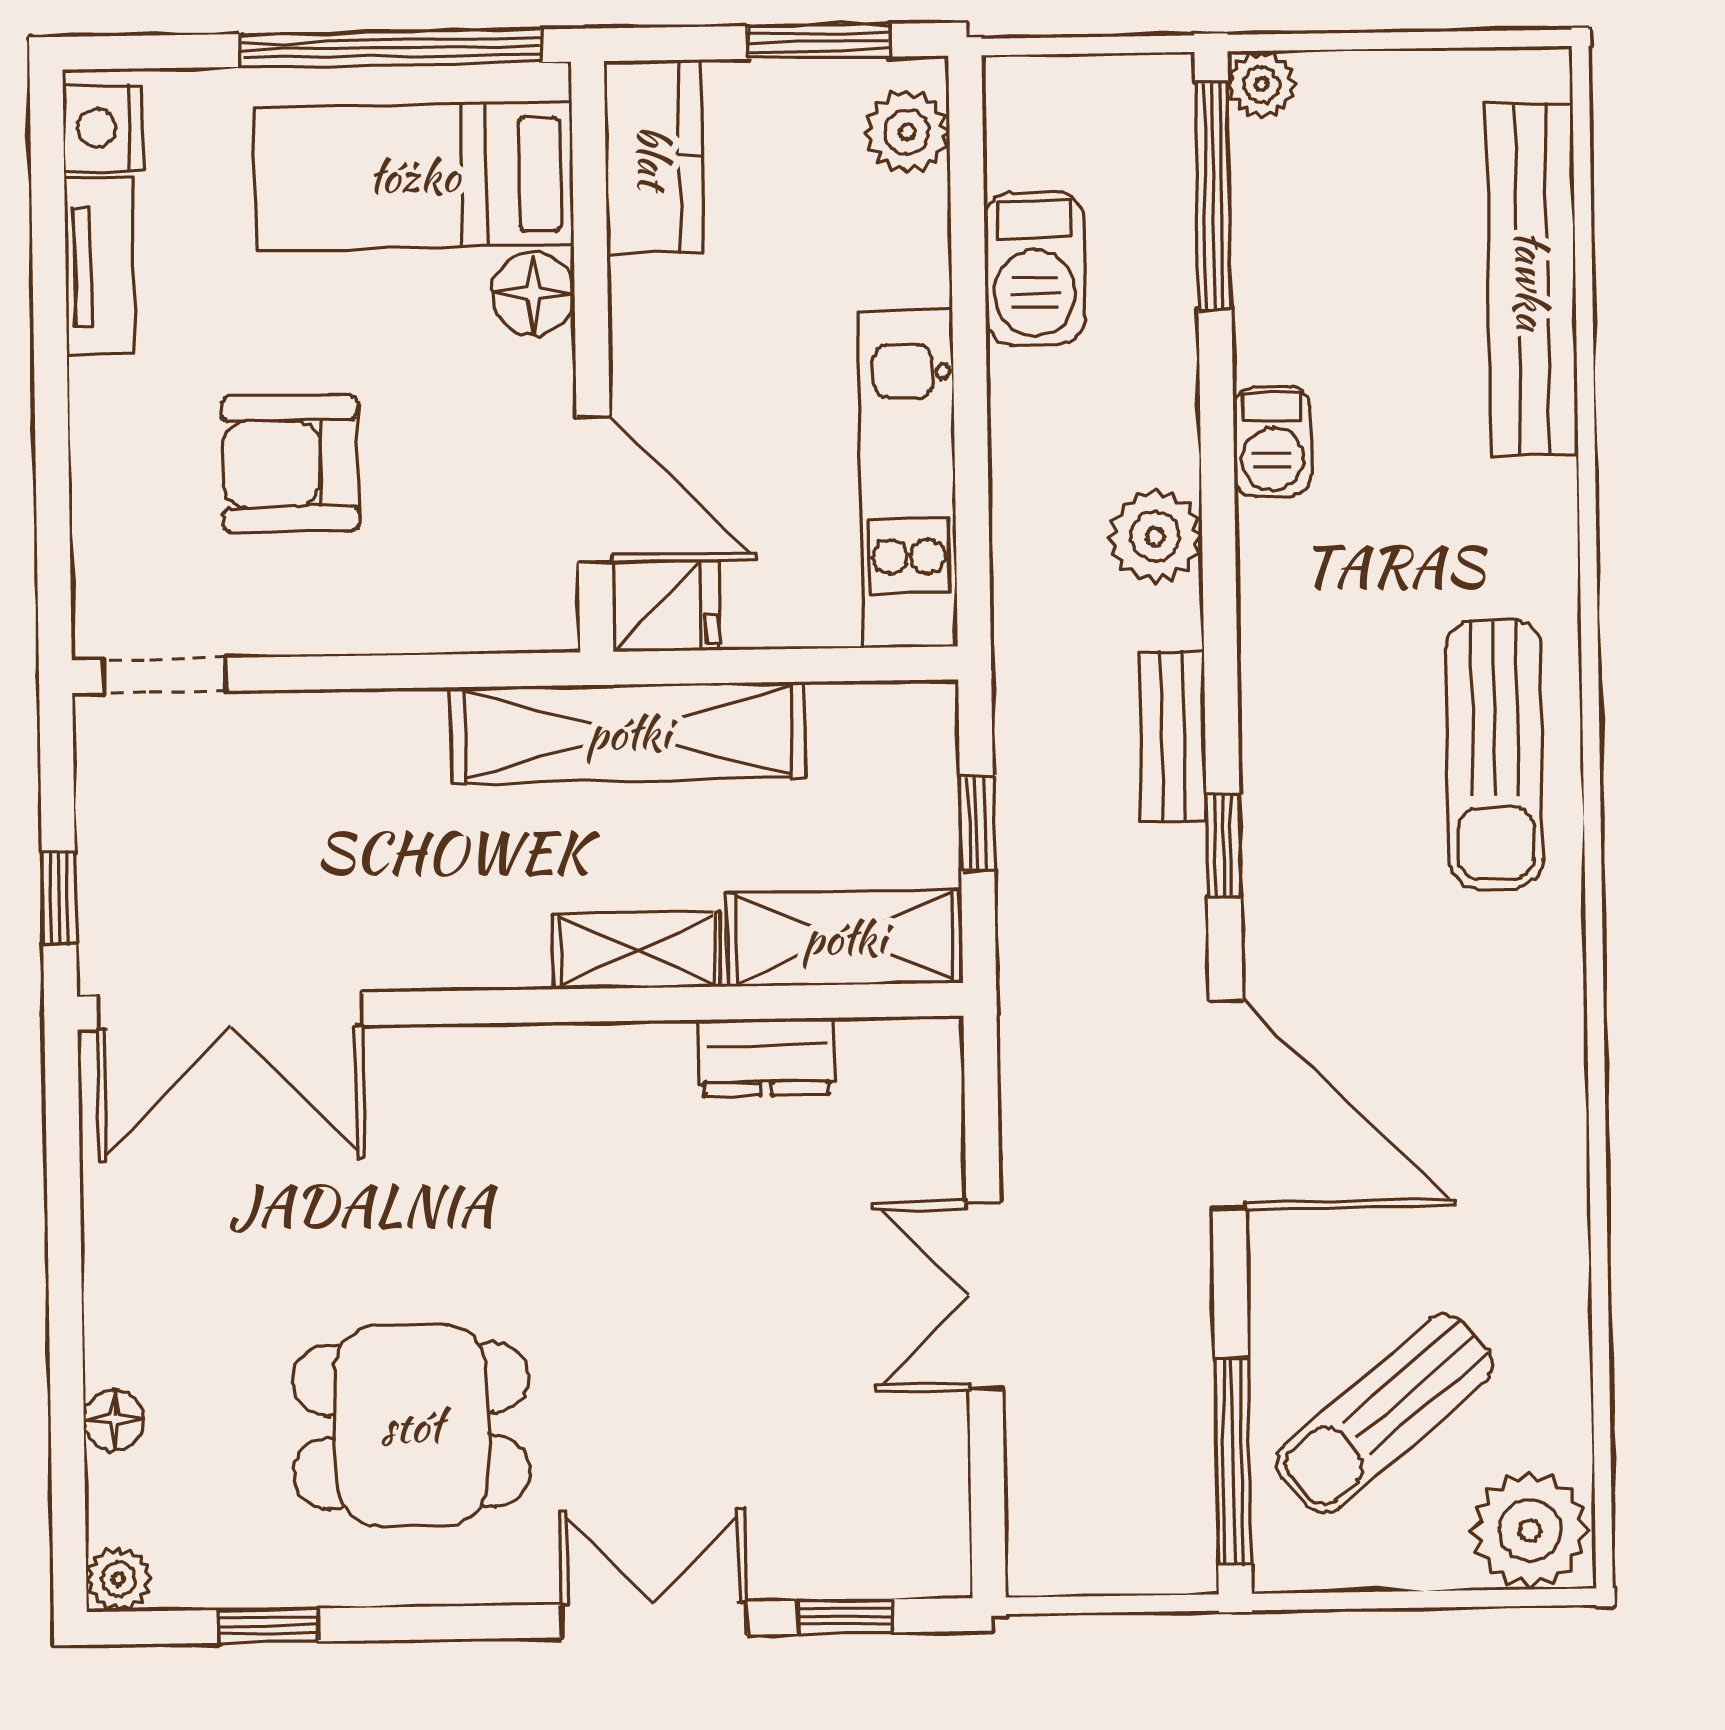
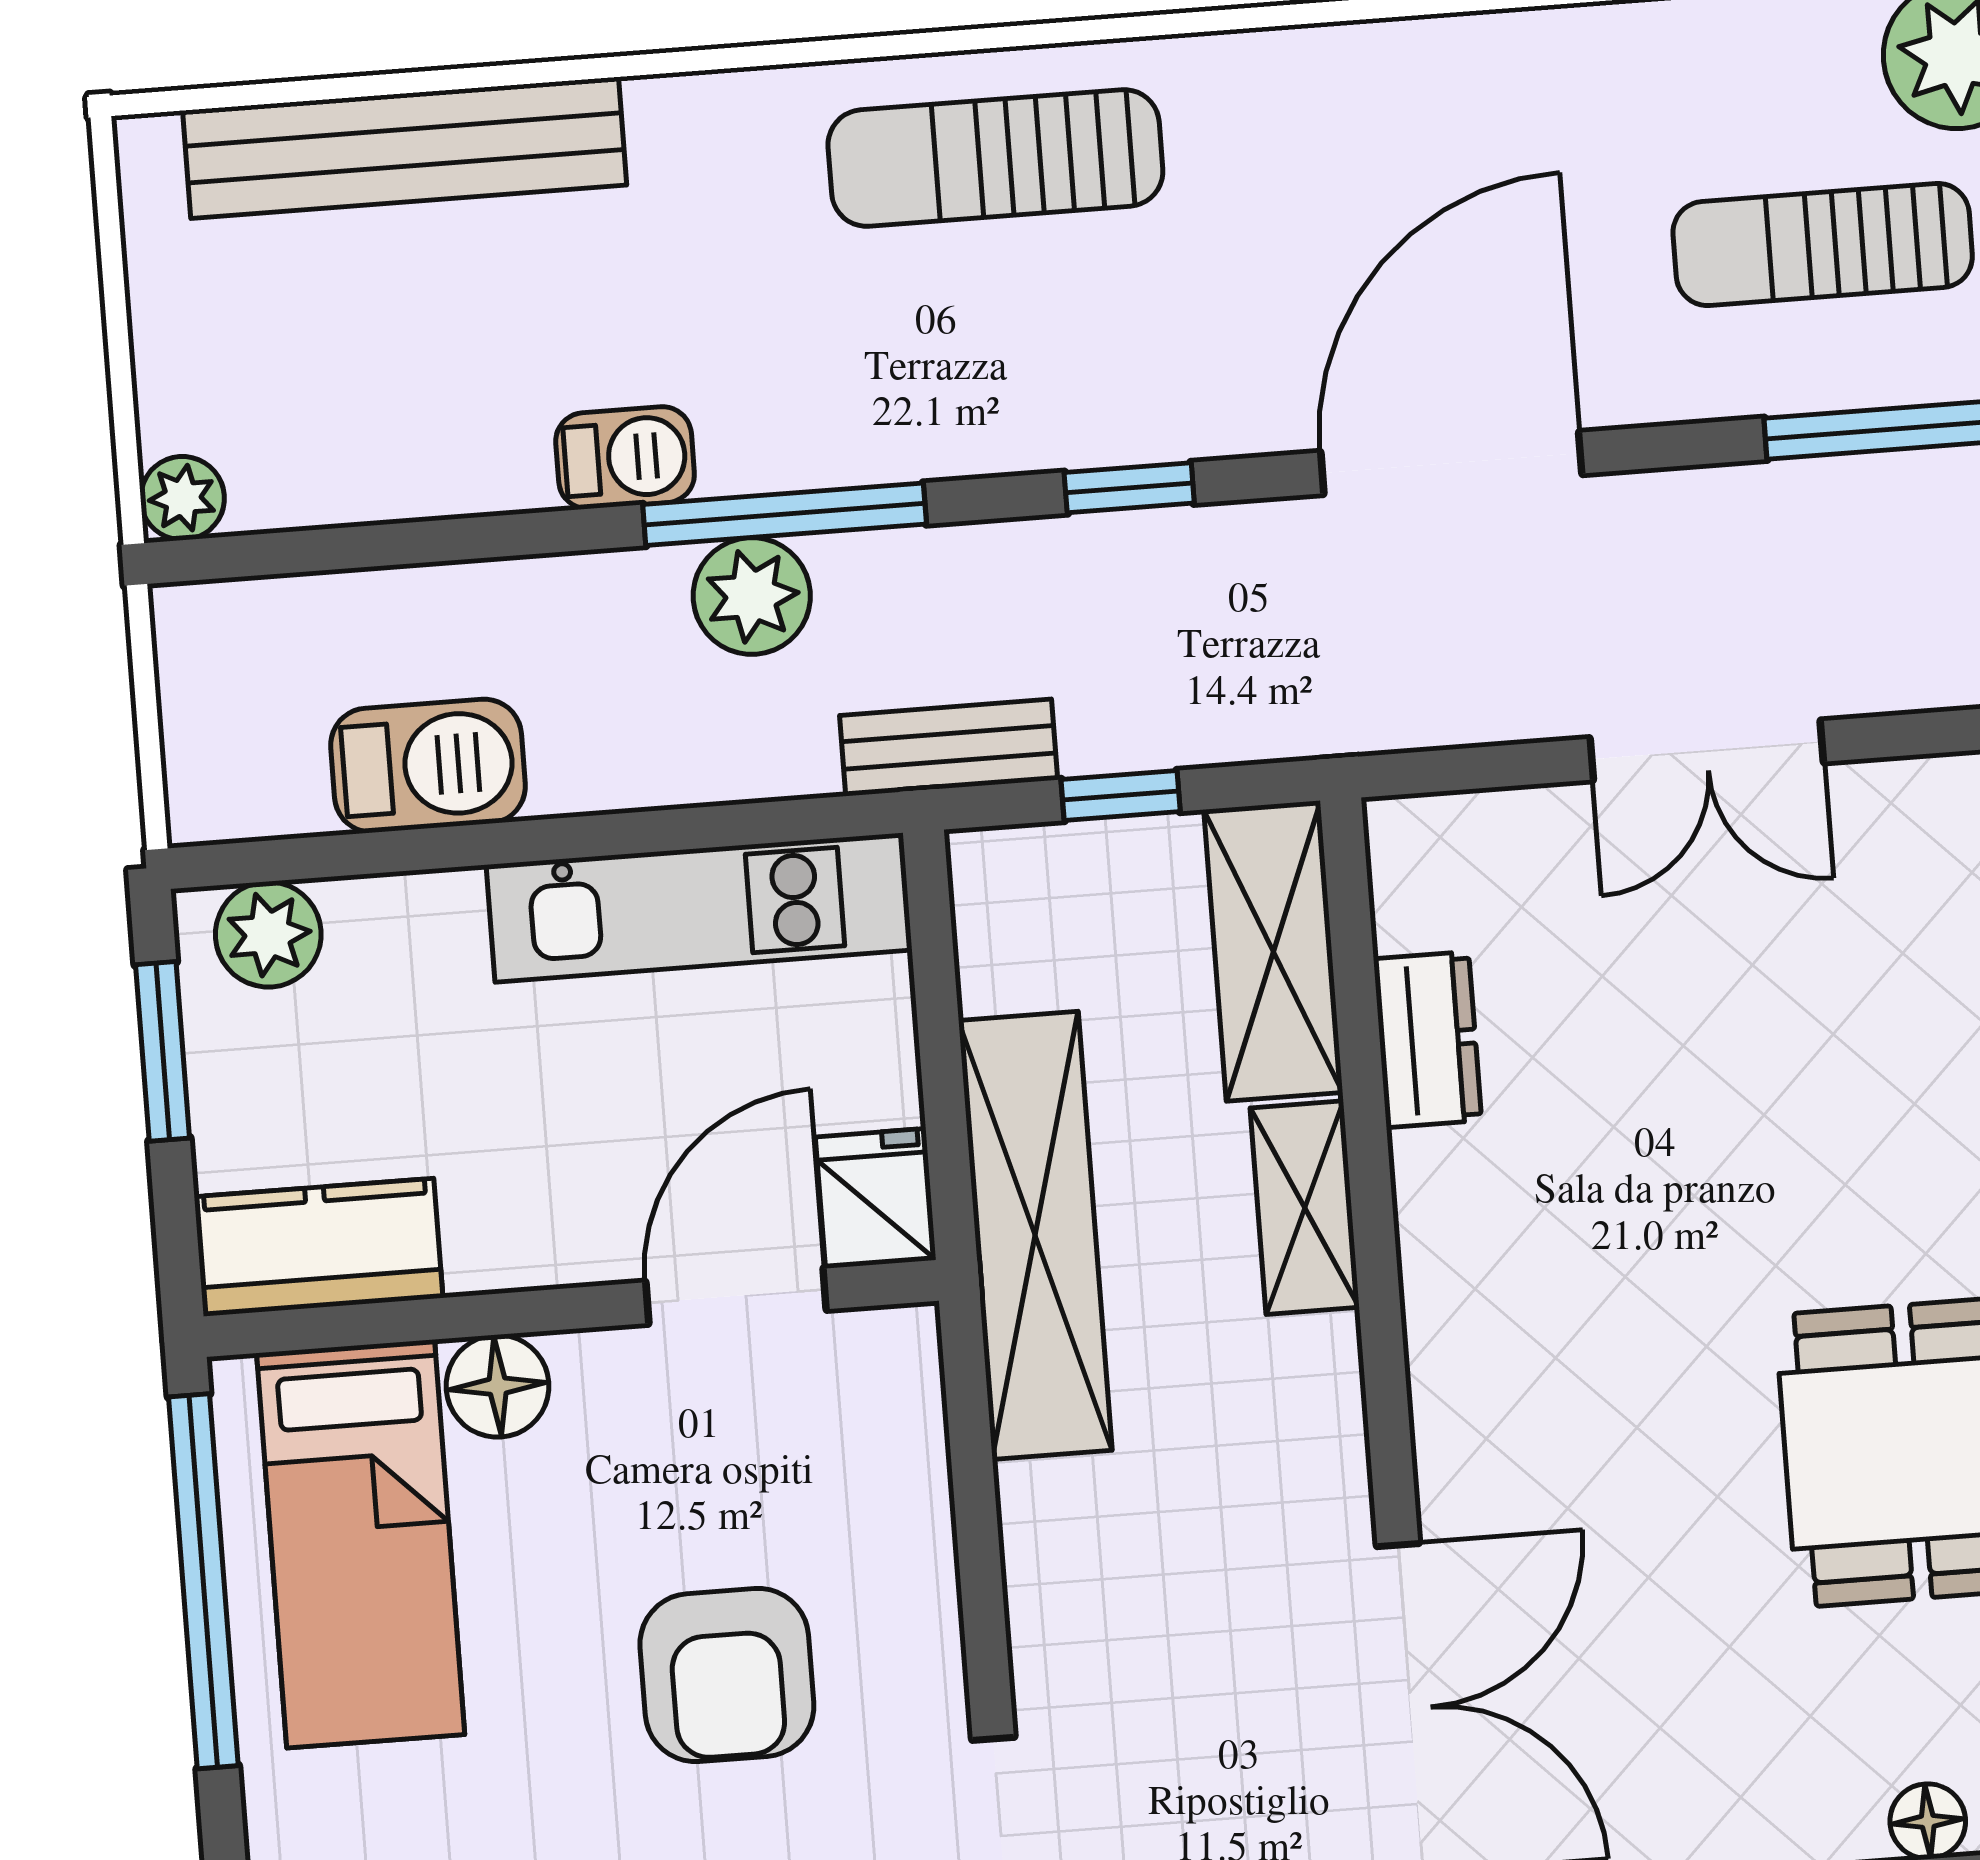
window: (1213, 196) -> (785, 514), moved
bench: (1173, 736) -> (949, 748), moved
sun lounger: (1495, 754) -> (995, 158), turned 180
sun lounger: (1385, 1414) -> (1823, 244), turned 130

